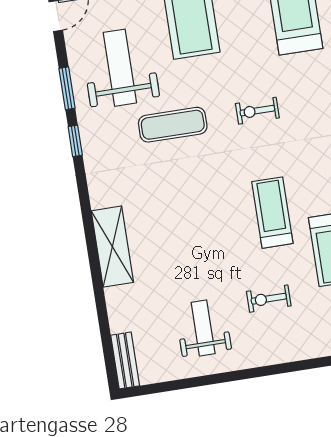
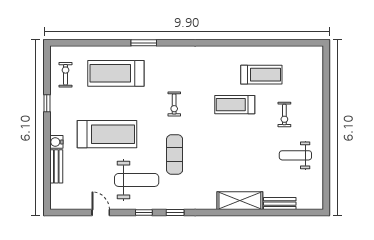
weight bench: (120, 68) -> (137, 180), turned 180
window: (67, 88) -> (144, 213), width x0.67
bench: (125, 360) -> (280, 204), moved

